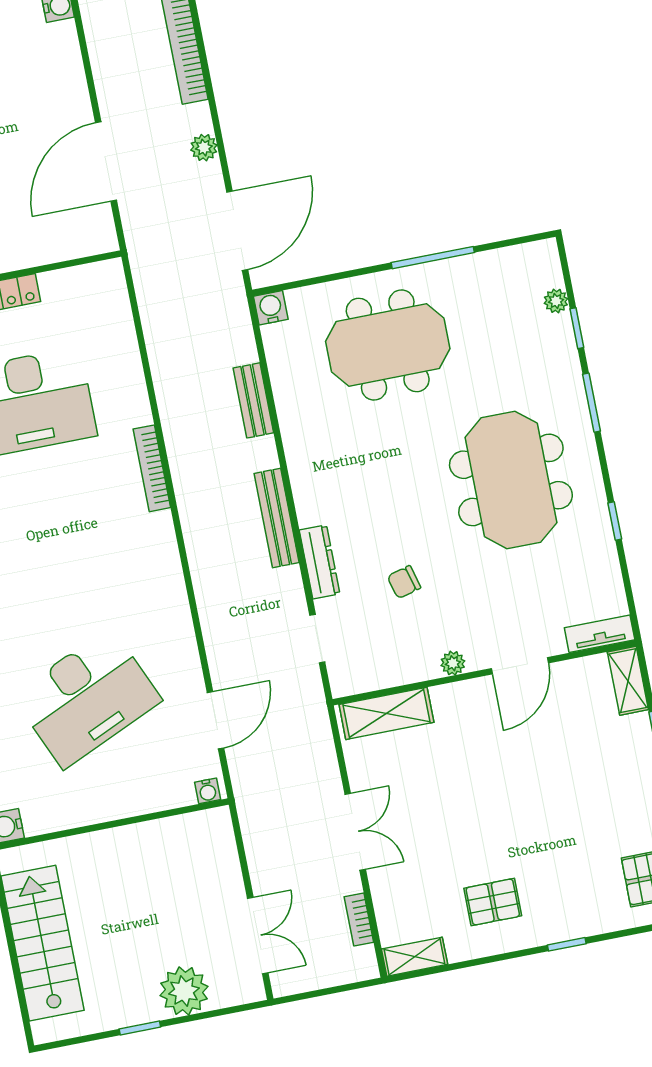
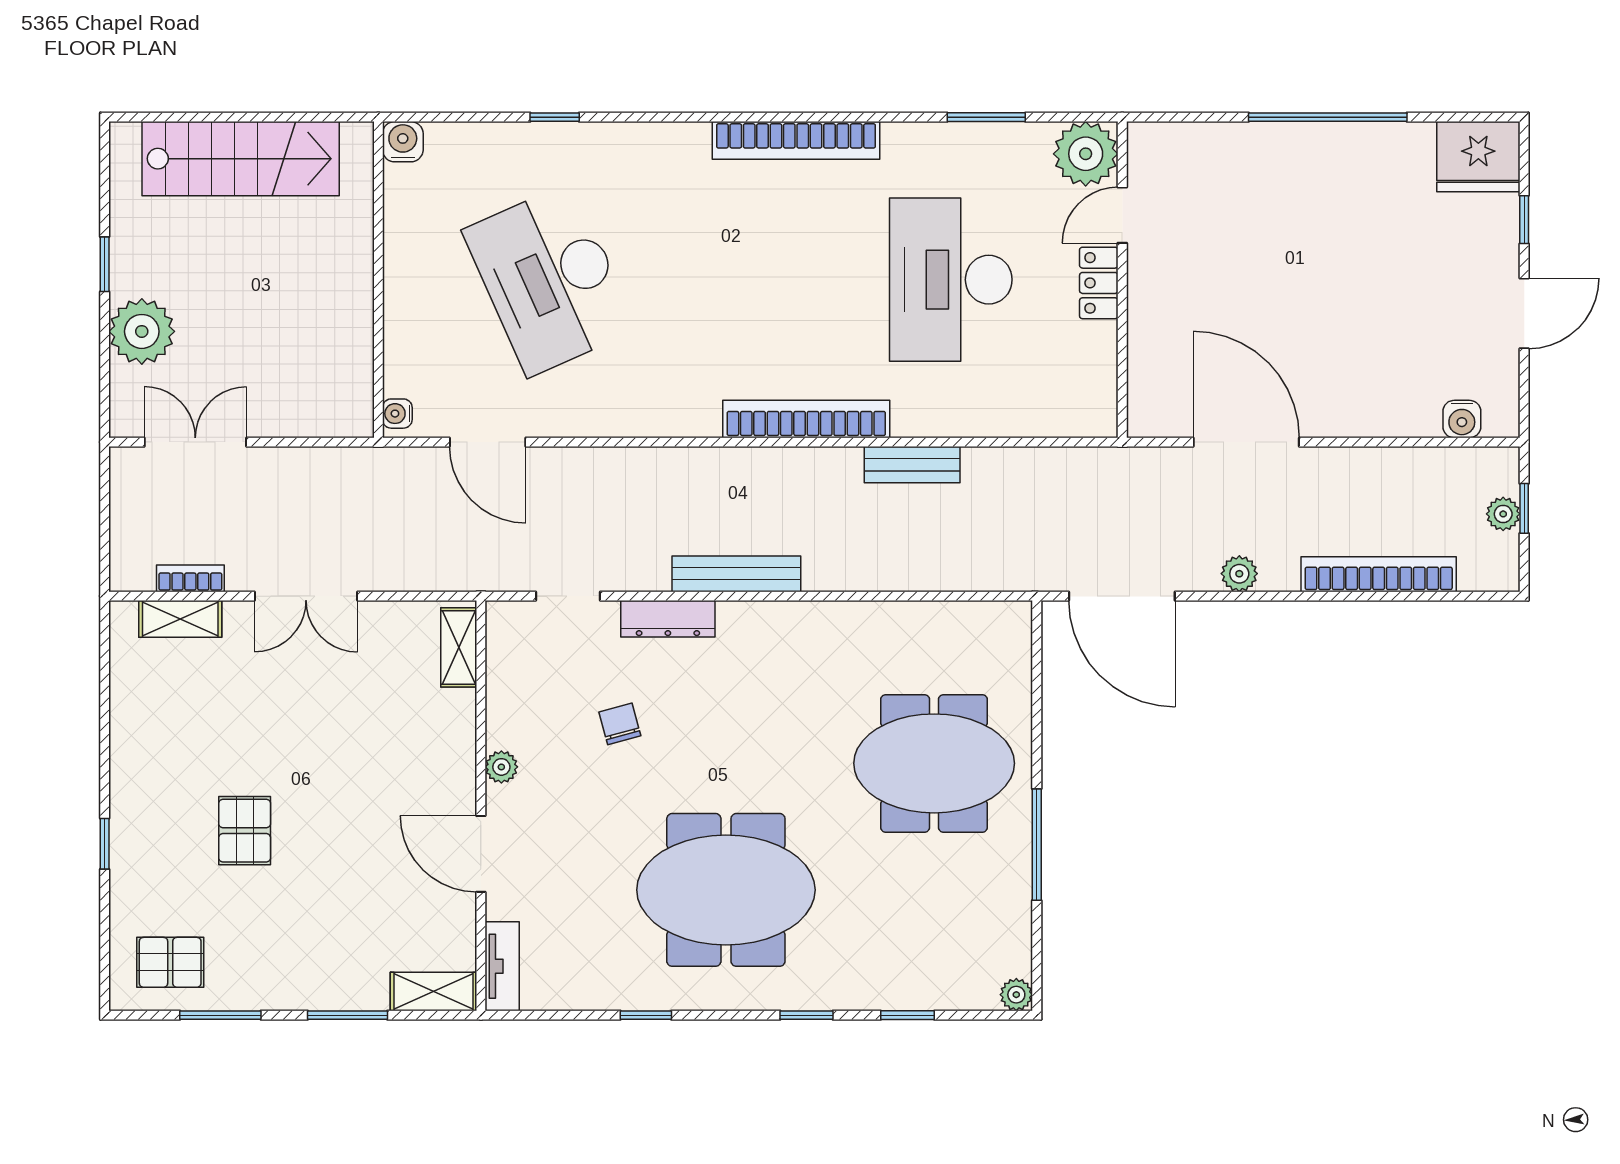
plant: (556, 301) -> (1016, 995), moved
water cooler: (271, 308) -> (1013, 620), removed
meeting table: (388, 345) -> (934, 763), turned 90
bench: (253, 400) -> (912, 465), moved
window: (592, 403) -> (806, 1015), width x0.67
bookcase: (152, 468) -> (806, 419), width x1.48, depth x1.31
shelving: (386, 713) -> (459, 647), width x0.67, depth x0.75
pallet: (493, 902) -> (245, 831), moved
double door: (258, 936) -> (195, 442), swing flipped
shelving: (415, 957) -> (180, 619), moved, turned 90

